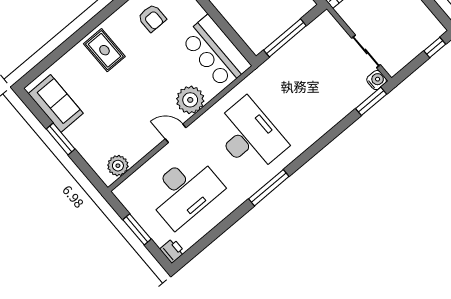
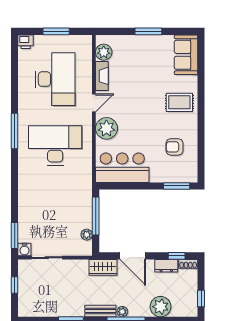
plant: (311, 31) -> (87, 235), added
window: (435, 47) -> (15, 285), moved
sofa: (56, 103) -> (186, 55), moved, turned 90
desk: (249, 136) -> (55, 145), turned 180
fireplace: (143, 148) -> (102, 76), added
desk: (184, 191) -> (55, 79), turned 180

